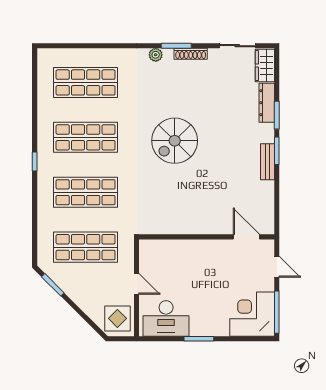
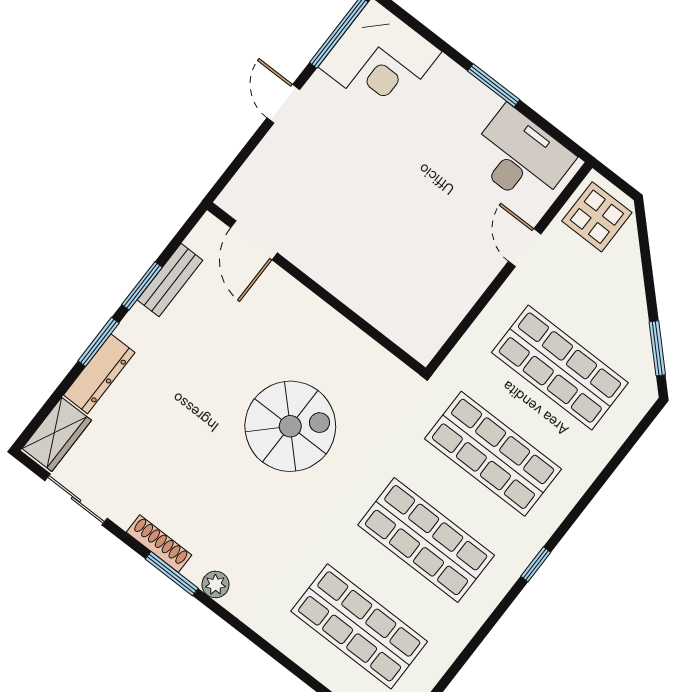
wall: (207, 237) -> (316, 289), moved
door: (246, 237) -> (254, 240), moved

